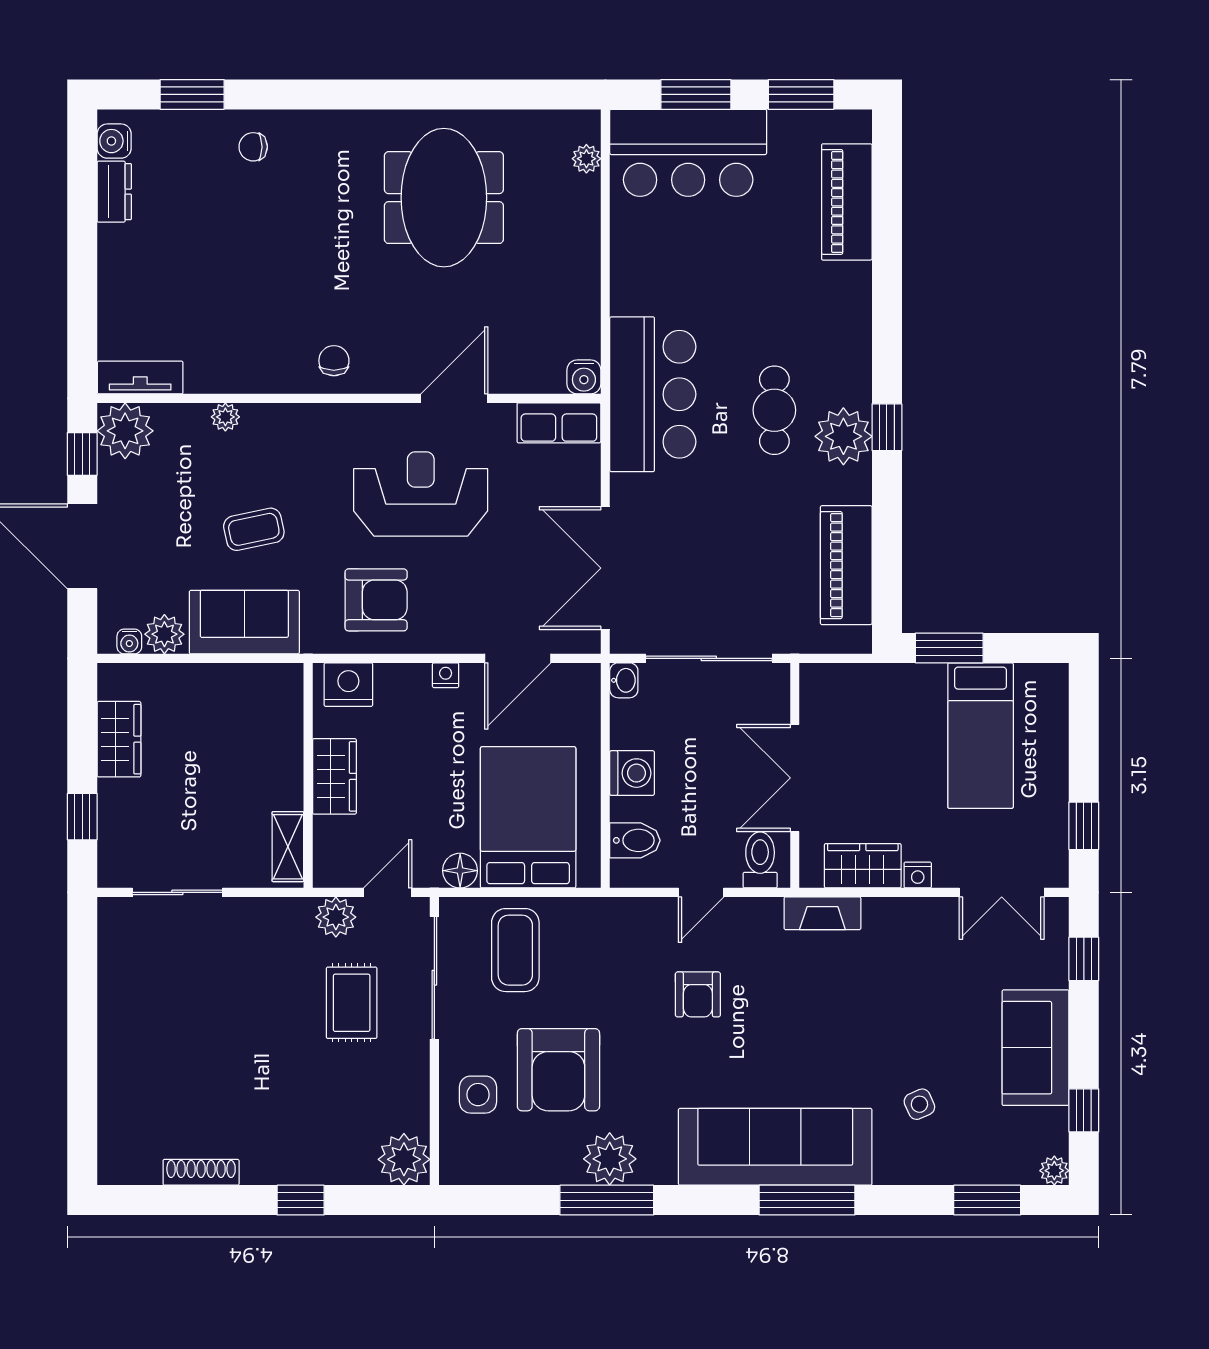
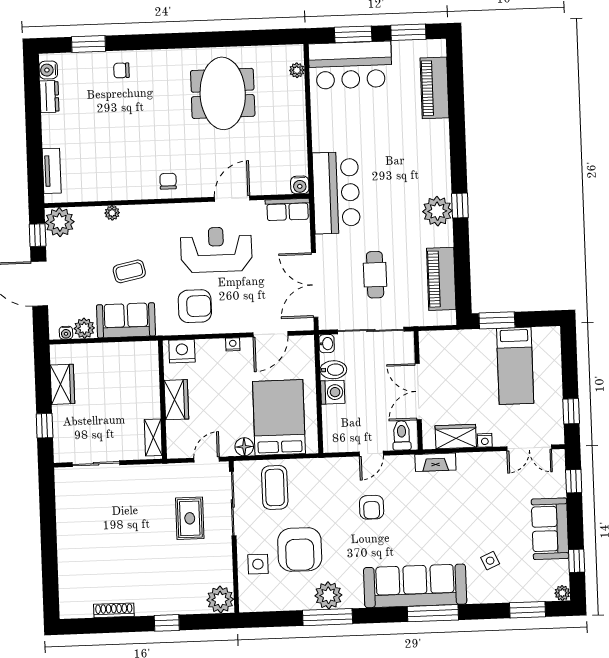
tv unit: (140, 378) -> (52, 171), moved, turned 90
cafe table: (774, 410) -> (375, 275), moved
bidet: (635, 840) -> (333, 370), moved
plant: (336, 917) -> (180, 474), removed

